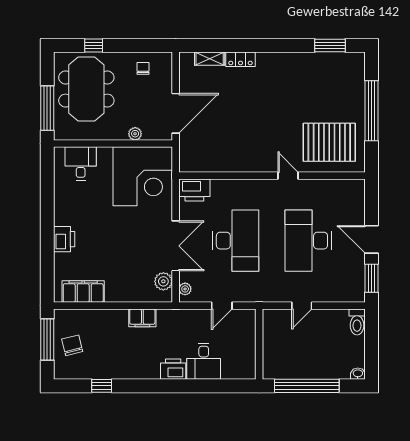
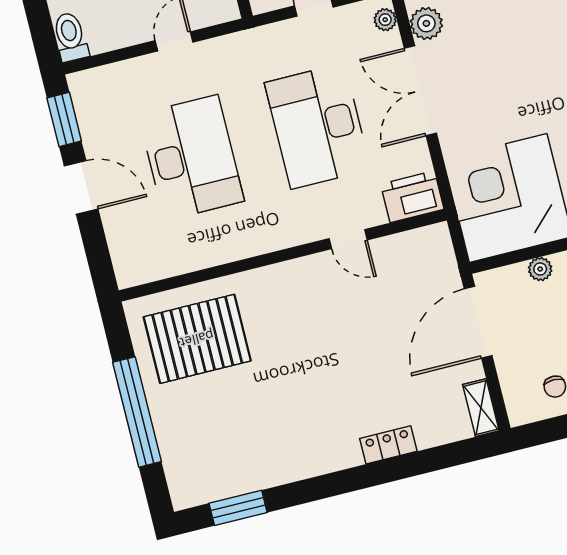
shelving: (210, 59) -> (481, 408), moved, turned 90
door: (288, 176) -> (348, 239), moved

